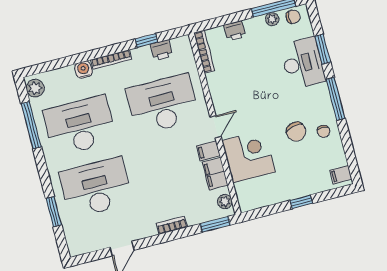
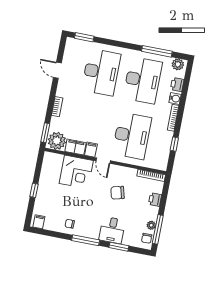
printer: (161, 50) -> (177, 85), moved
desk: (303, 63) -> (112, 230), width x0.73
chair: (296, 132) -> (118, 193), moved
plant: (225, 202) -> (57, 141), width x1.88, depth x1.88
window: (54, 212) -> (84, 37), moved

